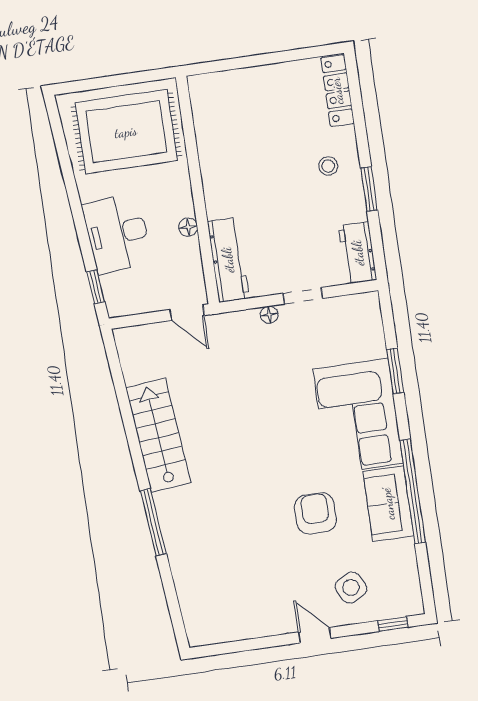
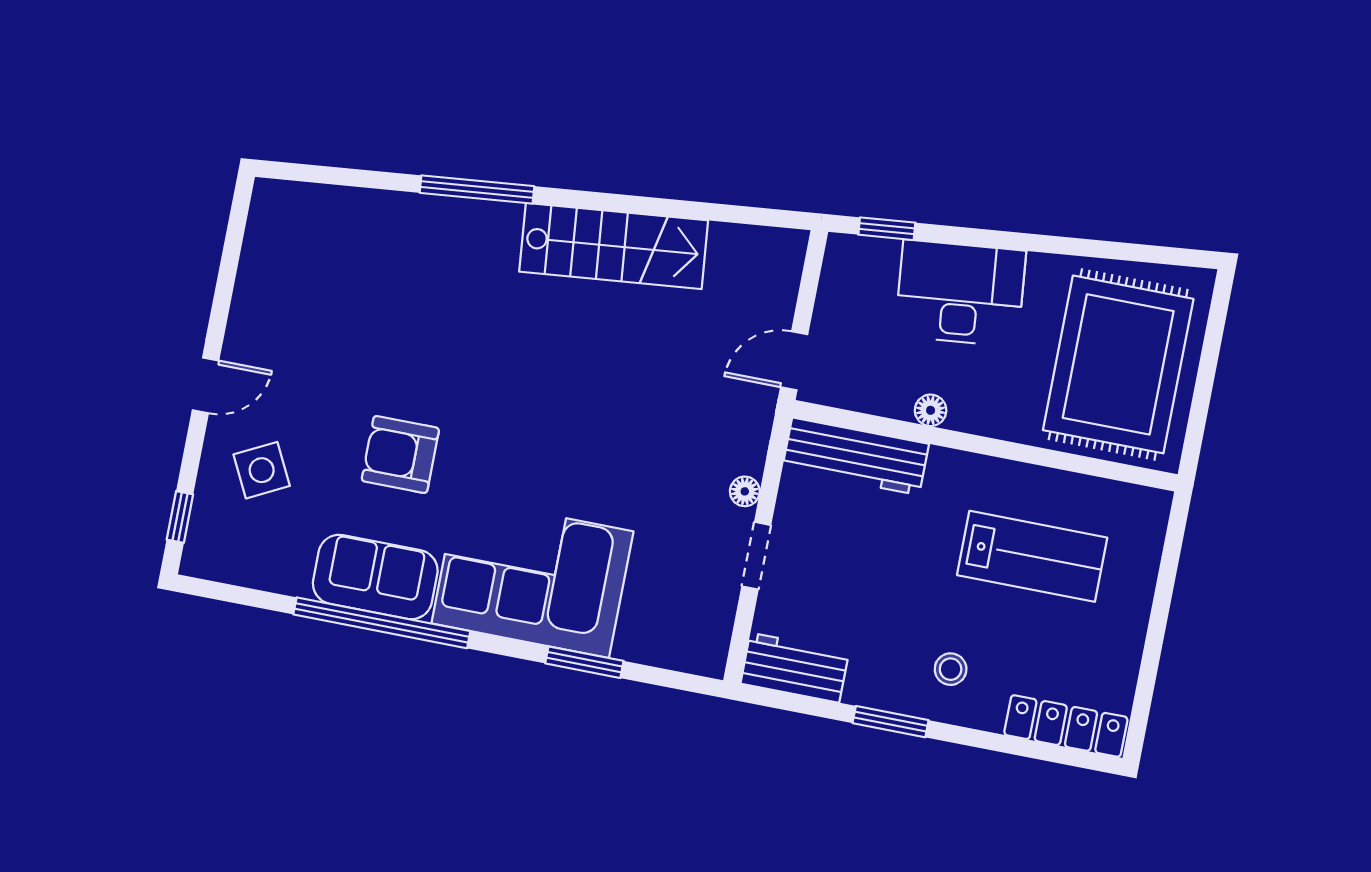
lab bench: (250, 142) -> (1032, 556), added
armchair: (315, 513) -> (400, 455), turned 180

